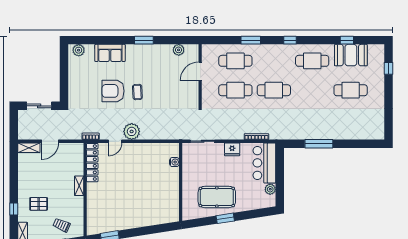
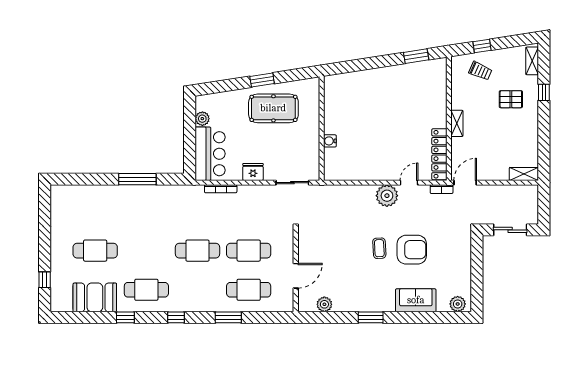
window: (347, 40) -> (125, 317), moved
door: (50, 141) -> (465, 183), moved
water cooler: (174, 162) -> (330, 141), moved

